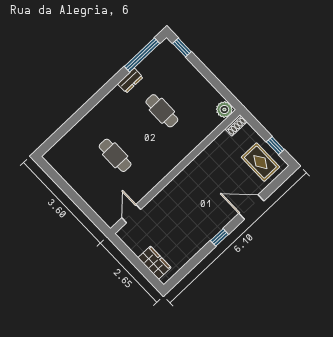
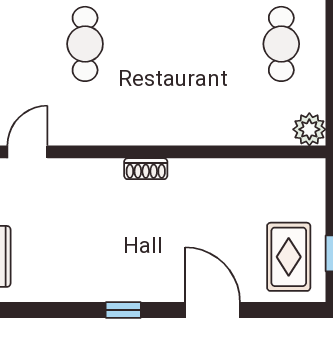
cafe table: (162, 111) -> (281, 44), moved
shoe rack: (236, 125) -> (146, 169), moved

